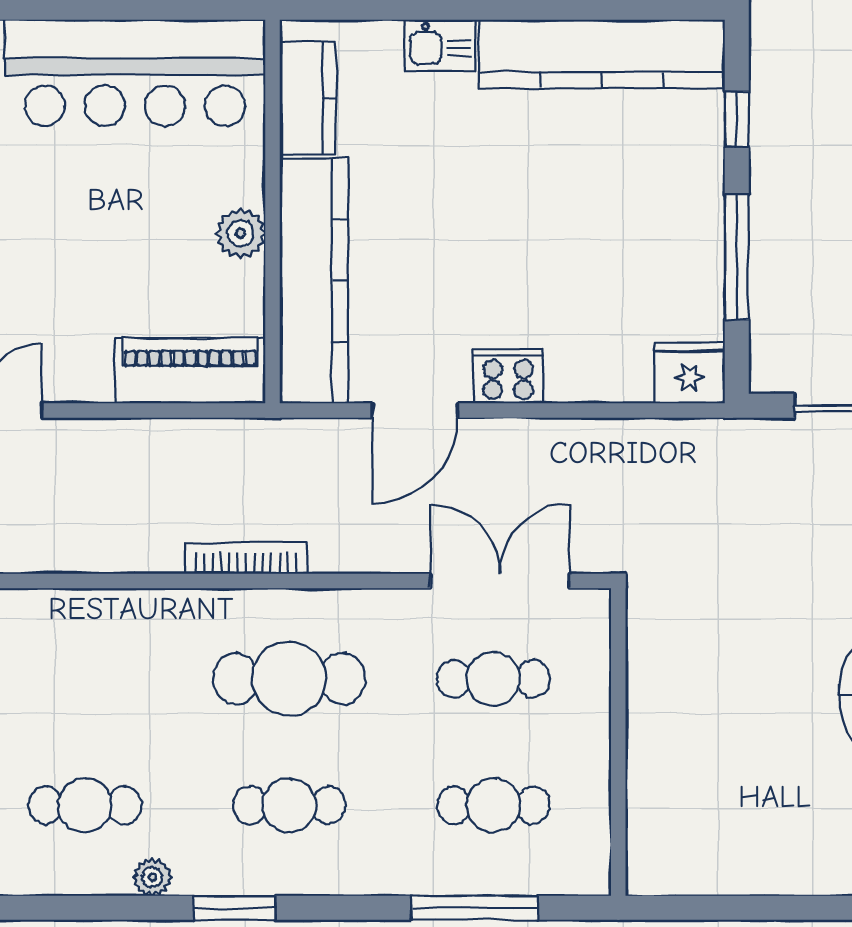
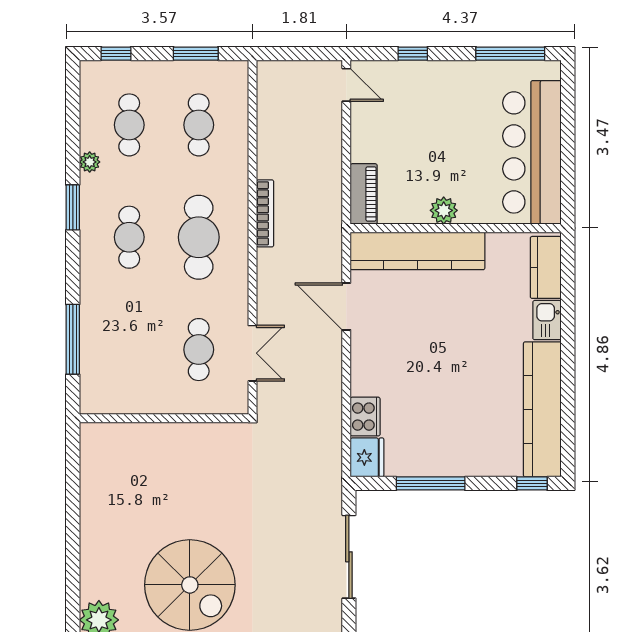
kitchen counter: (308, 98) -> (546, 267), moved, turned 90
window: (737, 119) -> (532, 483), moved
piano: (190, 371) -> (364, 194), width x0.73, depth x0.75
cooker: (508, 376) -> (365, 417), moved
double door: (500, 581) -> (253, 353), width x0.73
cafe table: (493, 805) -> (199, 125), moved

